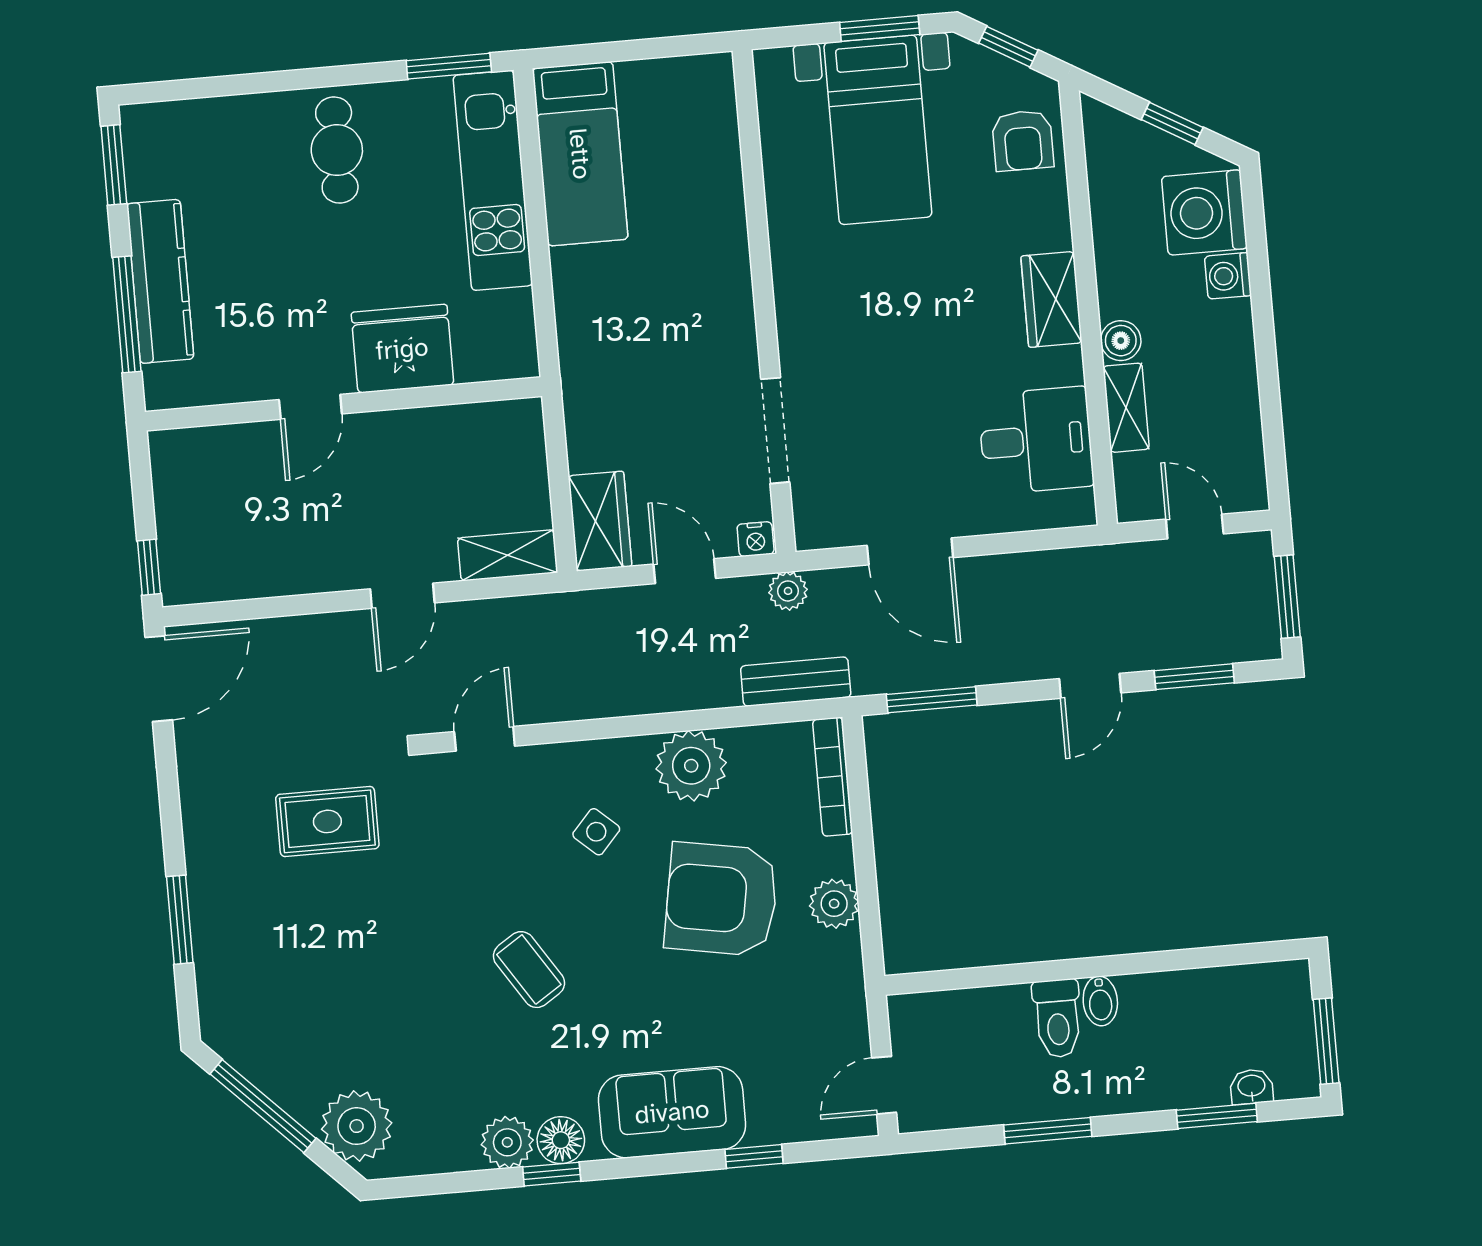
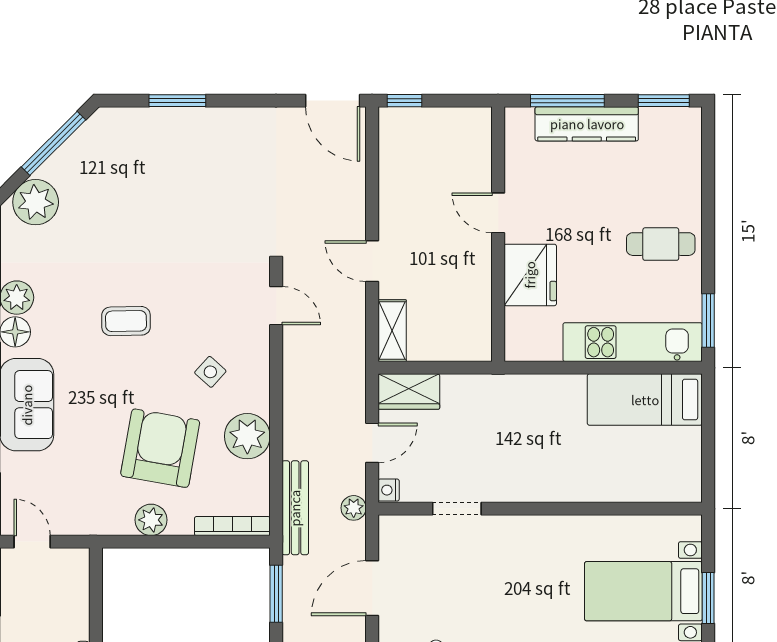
doorway: (775, 431) -> (457, 509), width x0.73
bench: (796, 682) -> (295, 508), width x1.36
rug: (327, 821) -> (232, 200), removed
coffee table: (529, 970) -> (126, 321), turned 32

